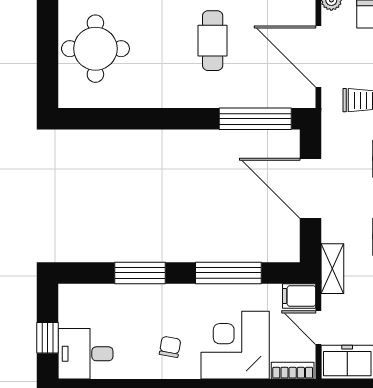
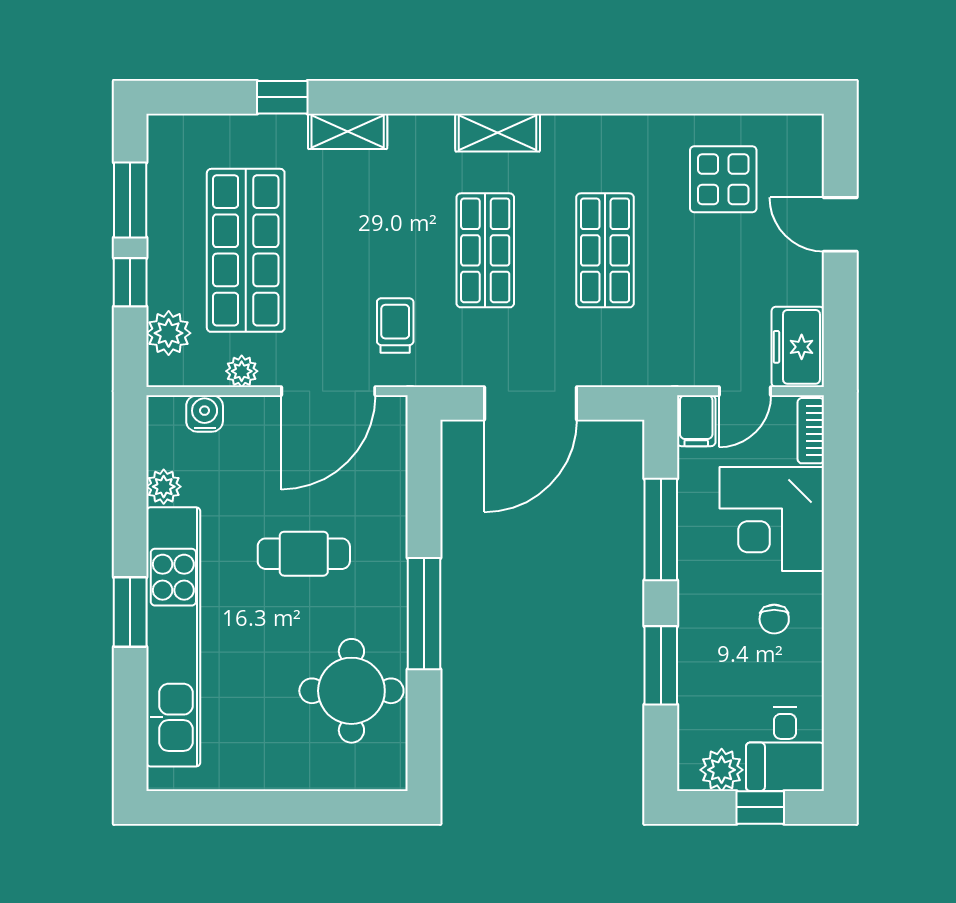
round table: (95, 49) -> (351, 691), moved
window: (255, 119) -> (424, 614), moved
shelving: (332, 269) -> (654, 370), removed
plant: (72, 312) -> (722, 770), added
chair: (170, 347) -> (774, 619), turned -100

